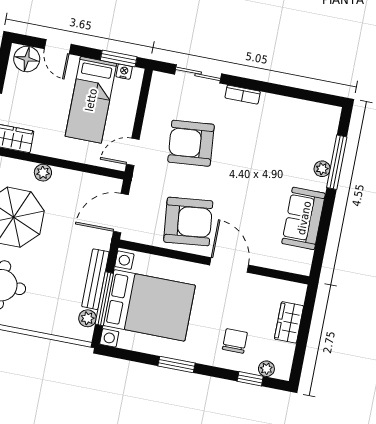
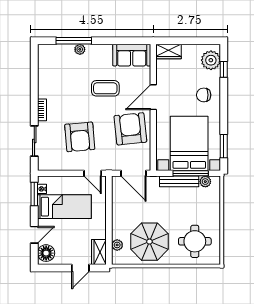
plant: (43, 173) -> (117, 245), moved
coffee table: (256, 196) -> (105, 88), added
sofa: (304, 218) -> (132, 55), moved
wardrobe: (289, 322) -> (169, 52), moved
chair: (235, 341) -> (204, 95), moved
window: (176, 364) -> (224, 146), moved
plant: (266, 369) -> (211, 60), width x1.87, depth x1.87

